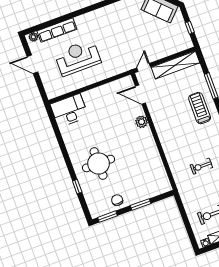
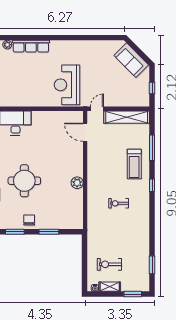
reception desk: (78, 58) -> (67, 85), moved, turned -90
treadmill: (200, 108) -> (134, 164), turned 180
plant: (142, 122) -> (77, 183), moved
exercise bike: (201, 166) -> (119, 203), moved

